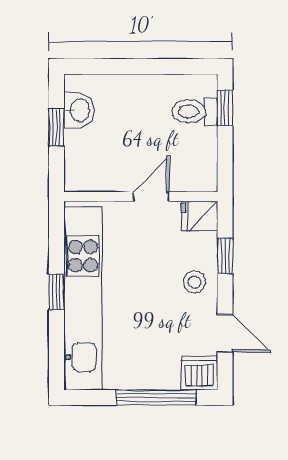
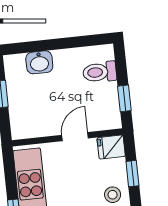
window: (225, 108) -> (124, 98), moved
washbasin: (79, 110) -> (39, 62), moved, turned 90

